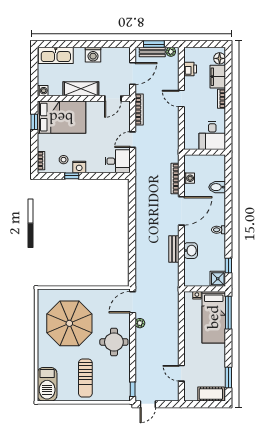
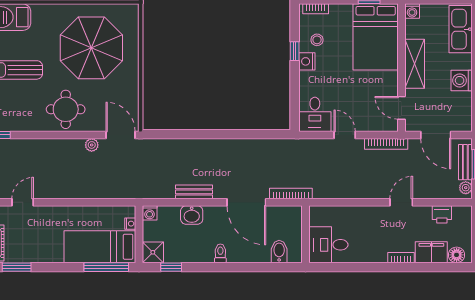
desk: (212, 136) -> (328, 245), moved
wall: (205, 152) -> (306, 234), moved
washing machine: (189, 178) -> (150, 213), moved

